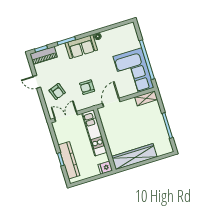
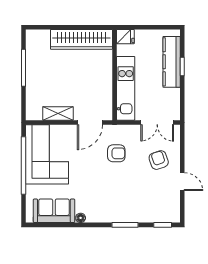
sofa: (81, 47) -> (54, 211), moved
piano: (44, 55) -> (162, 215), removed
shelving: (146, 98) -> (58, 113), moved

